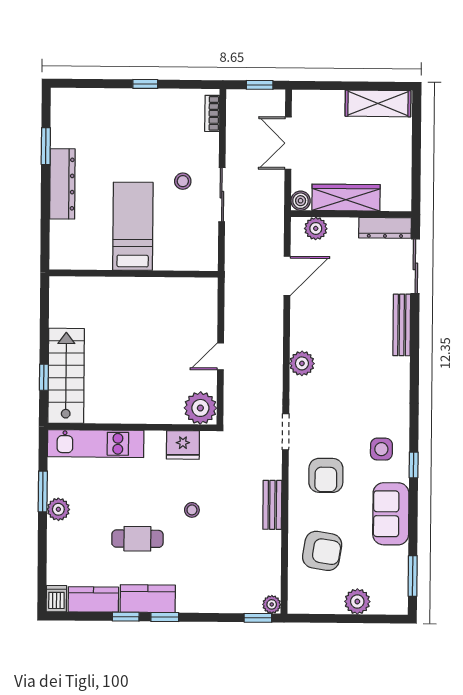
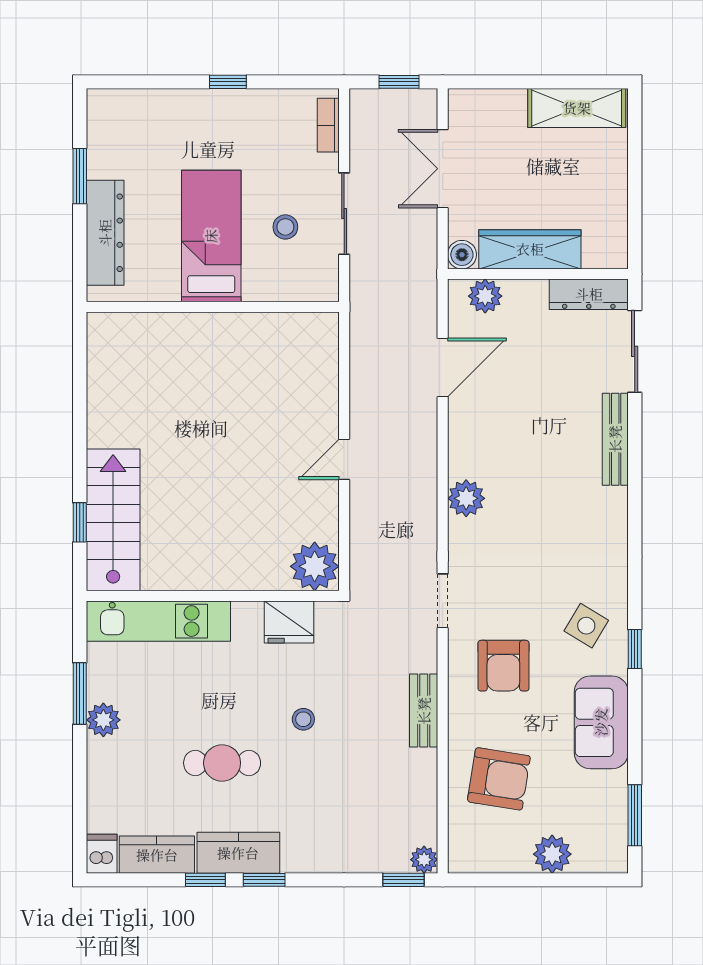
sliding door: (222, 195) -> (344, 214), moved
bed: (133, 226) -> (211, 236), moved
wall: (133, 274) -> (213, 307), moved
door: (220, 356) -> (344, 459), moved
side table: (381, 449) -> (586, 626), turned 31

